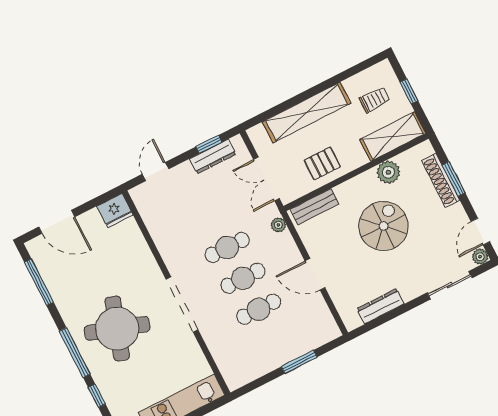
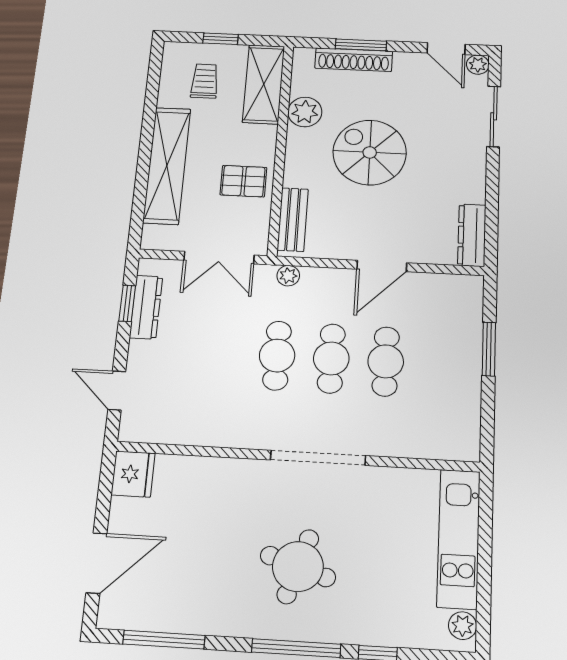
pallet: (322, 163) -> (243, 181), turned 90
dresser: (380, 306) -> (472, 235), moved
round table: (117, 329) -> (298, 567), width x0.73, depth x0.73

